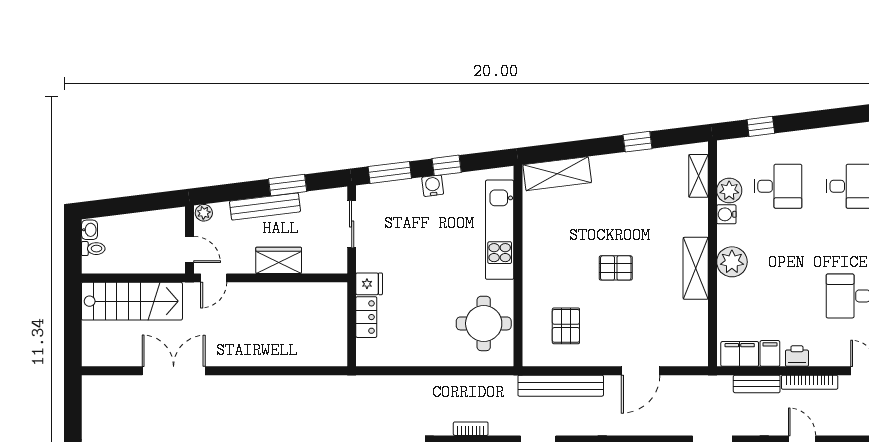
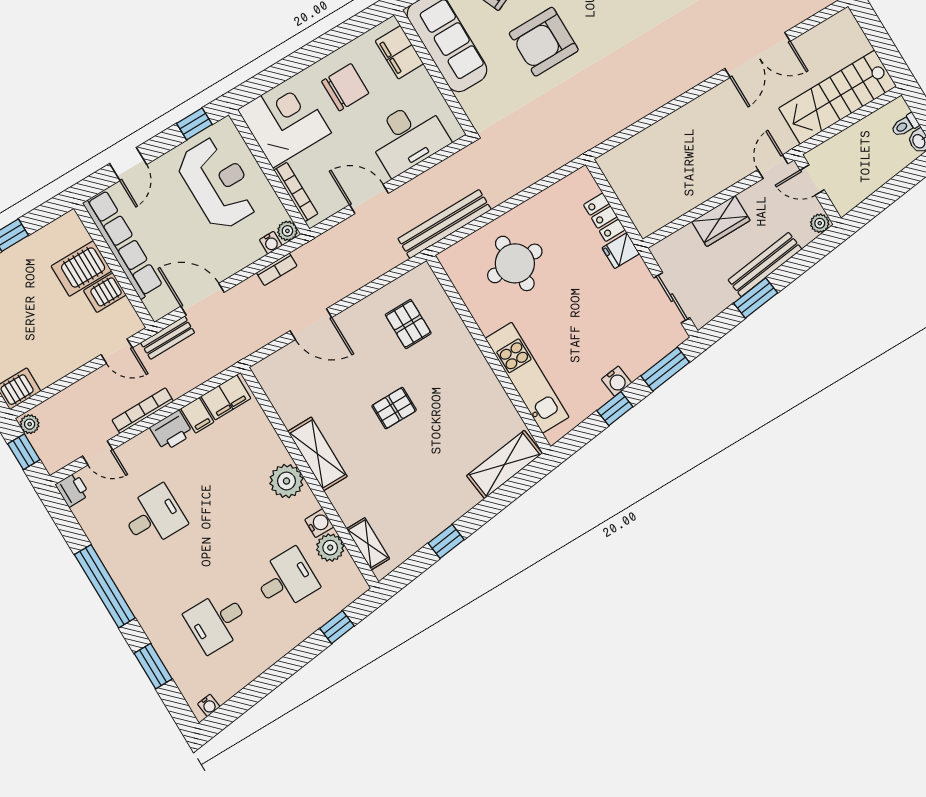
desk: (778, 186) -> (286, 580), turned 180
round table: (484, 323) -> (515, 263), moved
printer: (797, 356) -> (171, 431), width x1.36, depth x1.24
door: (641, 371) -> (311, 324), swing flipped
bench: (757, 384) -> (168, 338), moved
bench: (561, 386) -> (445, 224), moved
bookcase: (471, 429) -> (277, 269), moved

